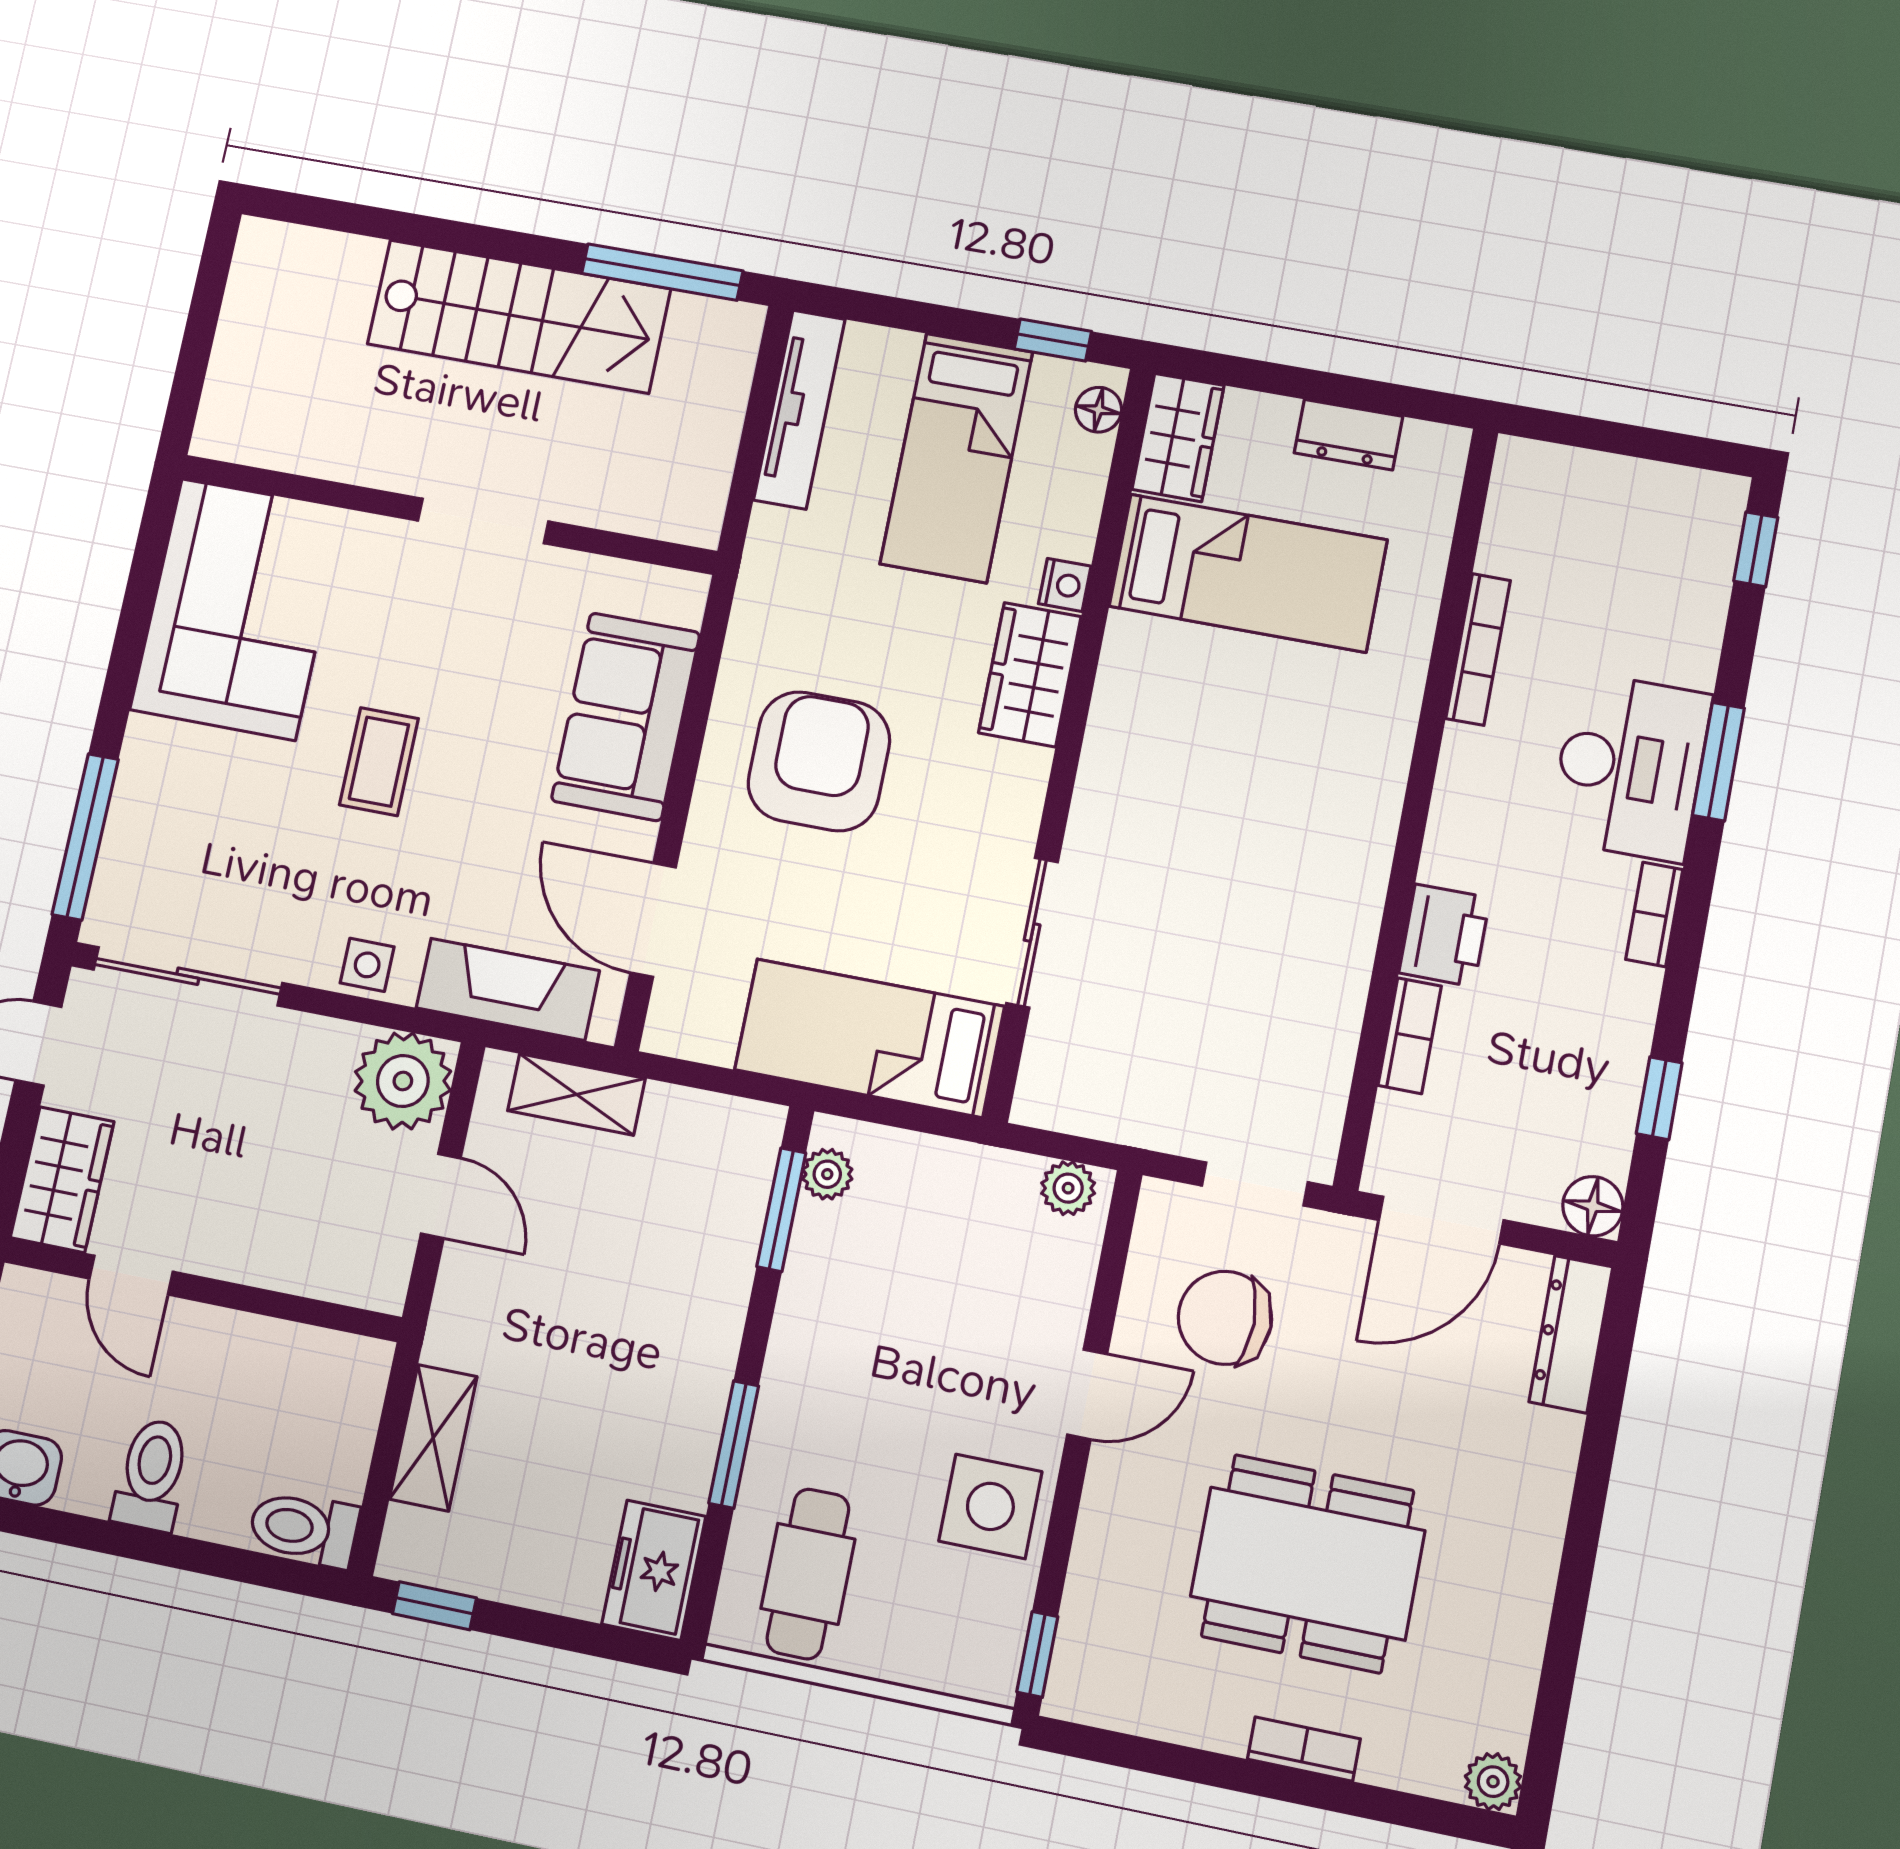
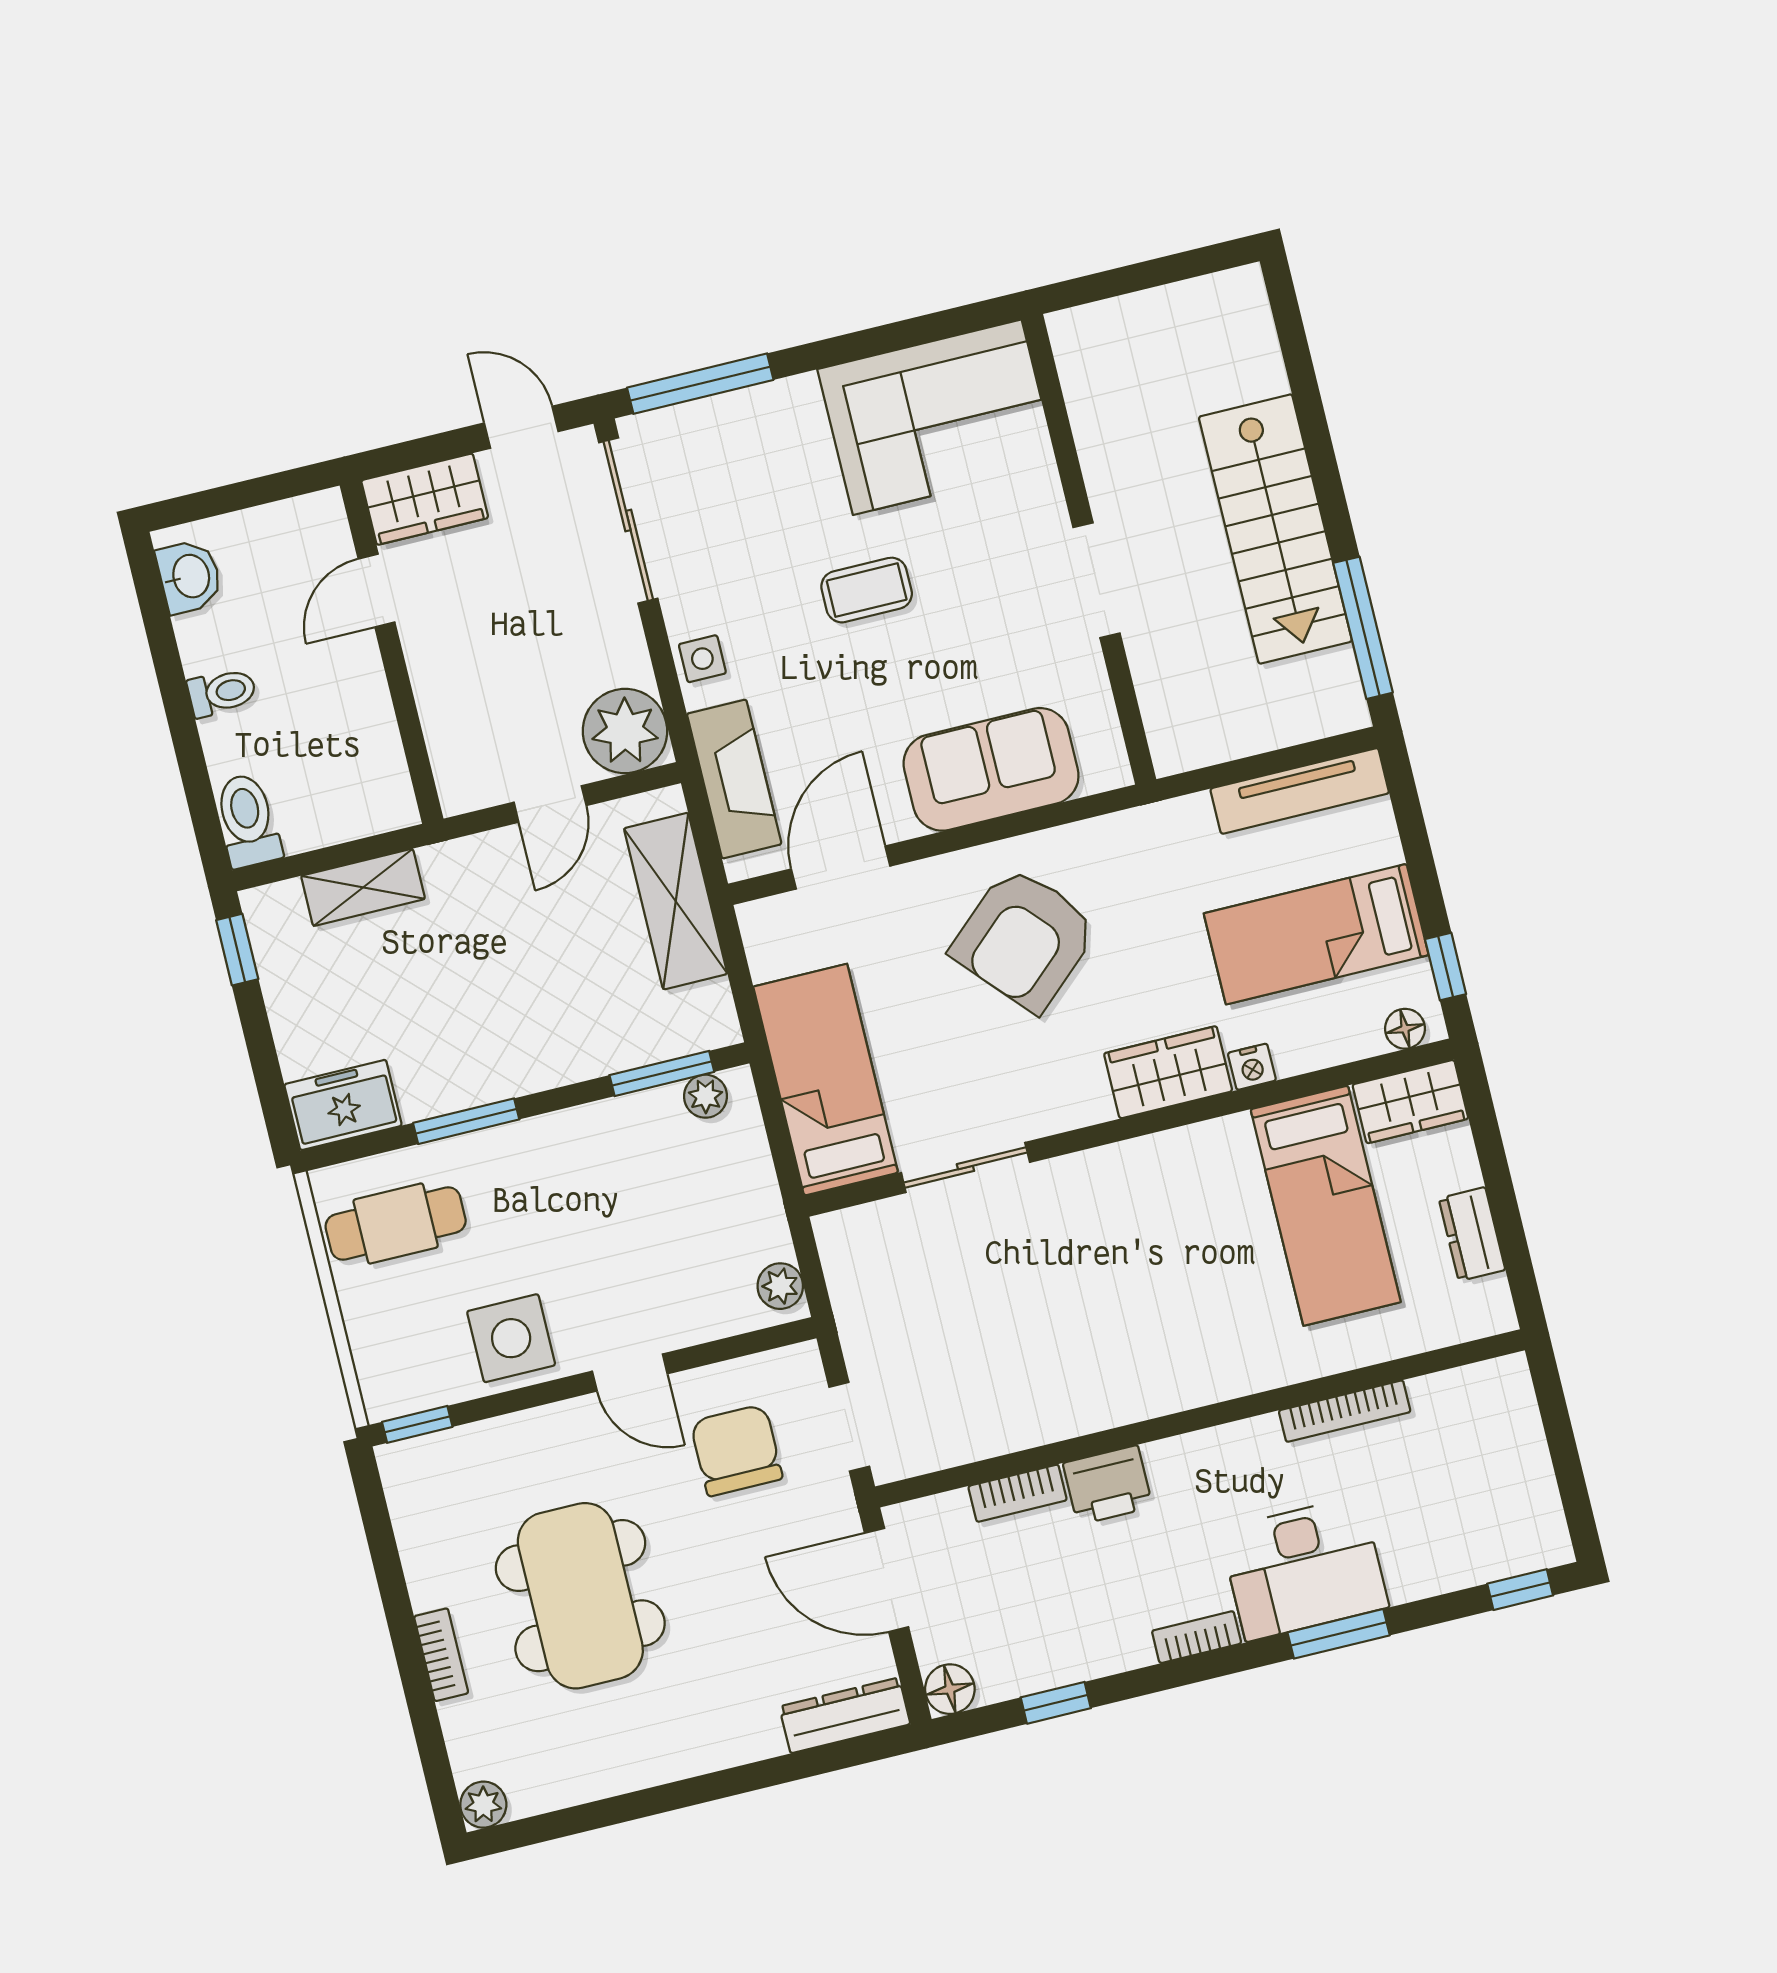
armchair: (819, 761) -> (1025, 939), turned 138
shelving: (576, 1094) -> (676, 901), width x1.50, depth x1.33
toilet: (152, 1475) -> (222, 692), width x0.73, depth x0.72

